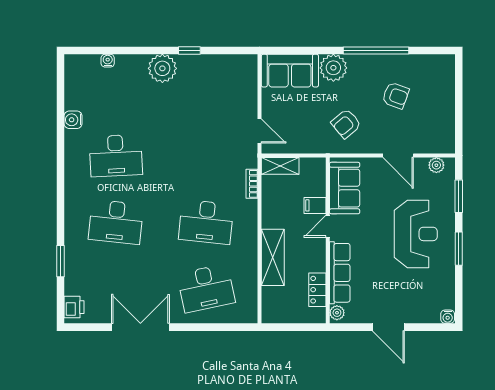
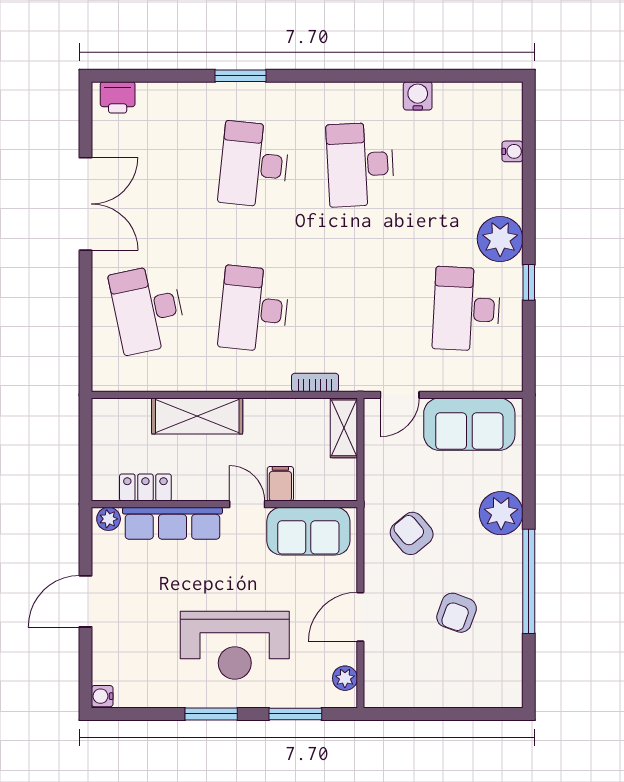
sofa: (290, 71) -> (469, 424), moved, turned -90
desk: (206, 89) -> (466, 309), added
window: (60, 261) -> (241, 76), moved

